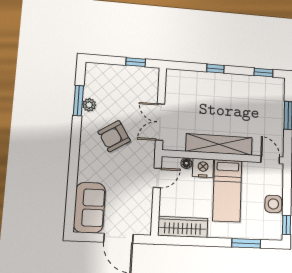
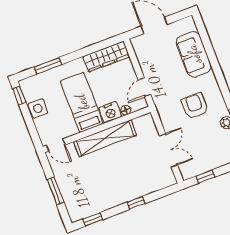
double door: (160, 122) -> (168, 150), moved
armchair: (114, 136) -> (195, 106), turned -58
sofa: (89, 208) -> (194, 54), moved

